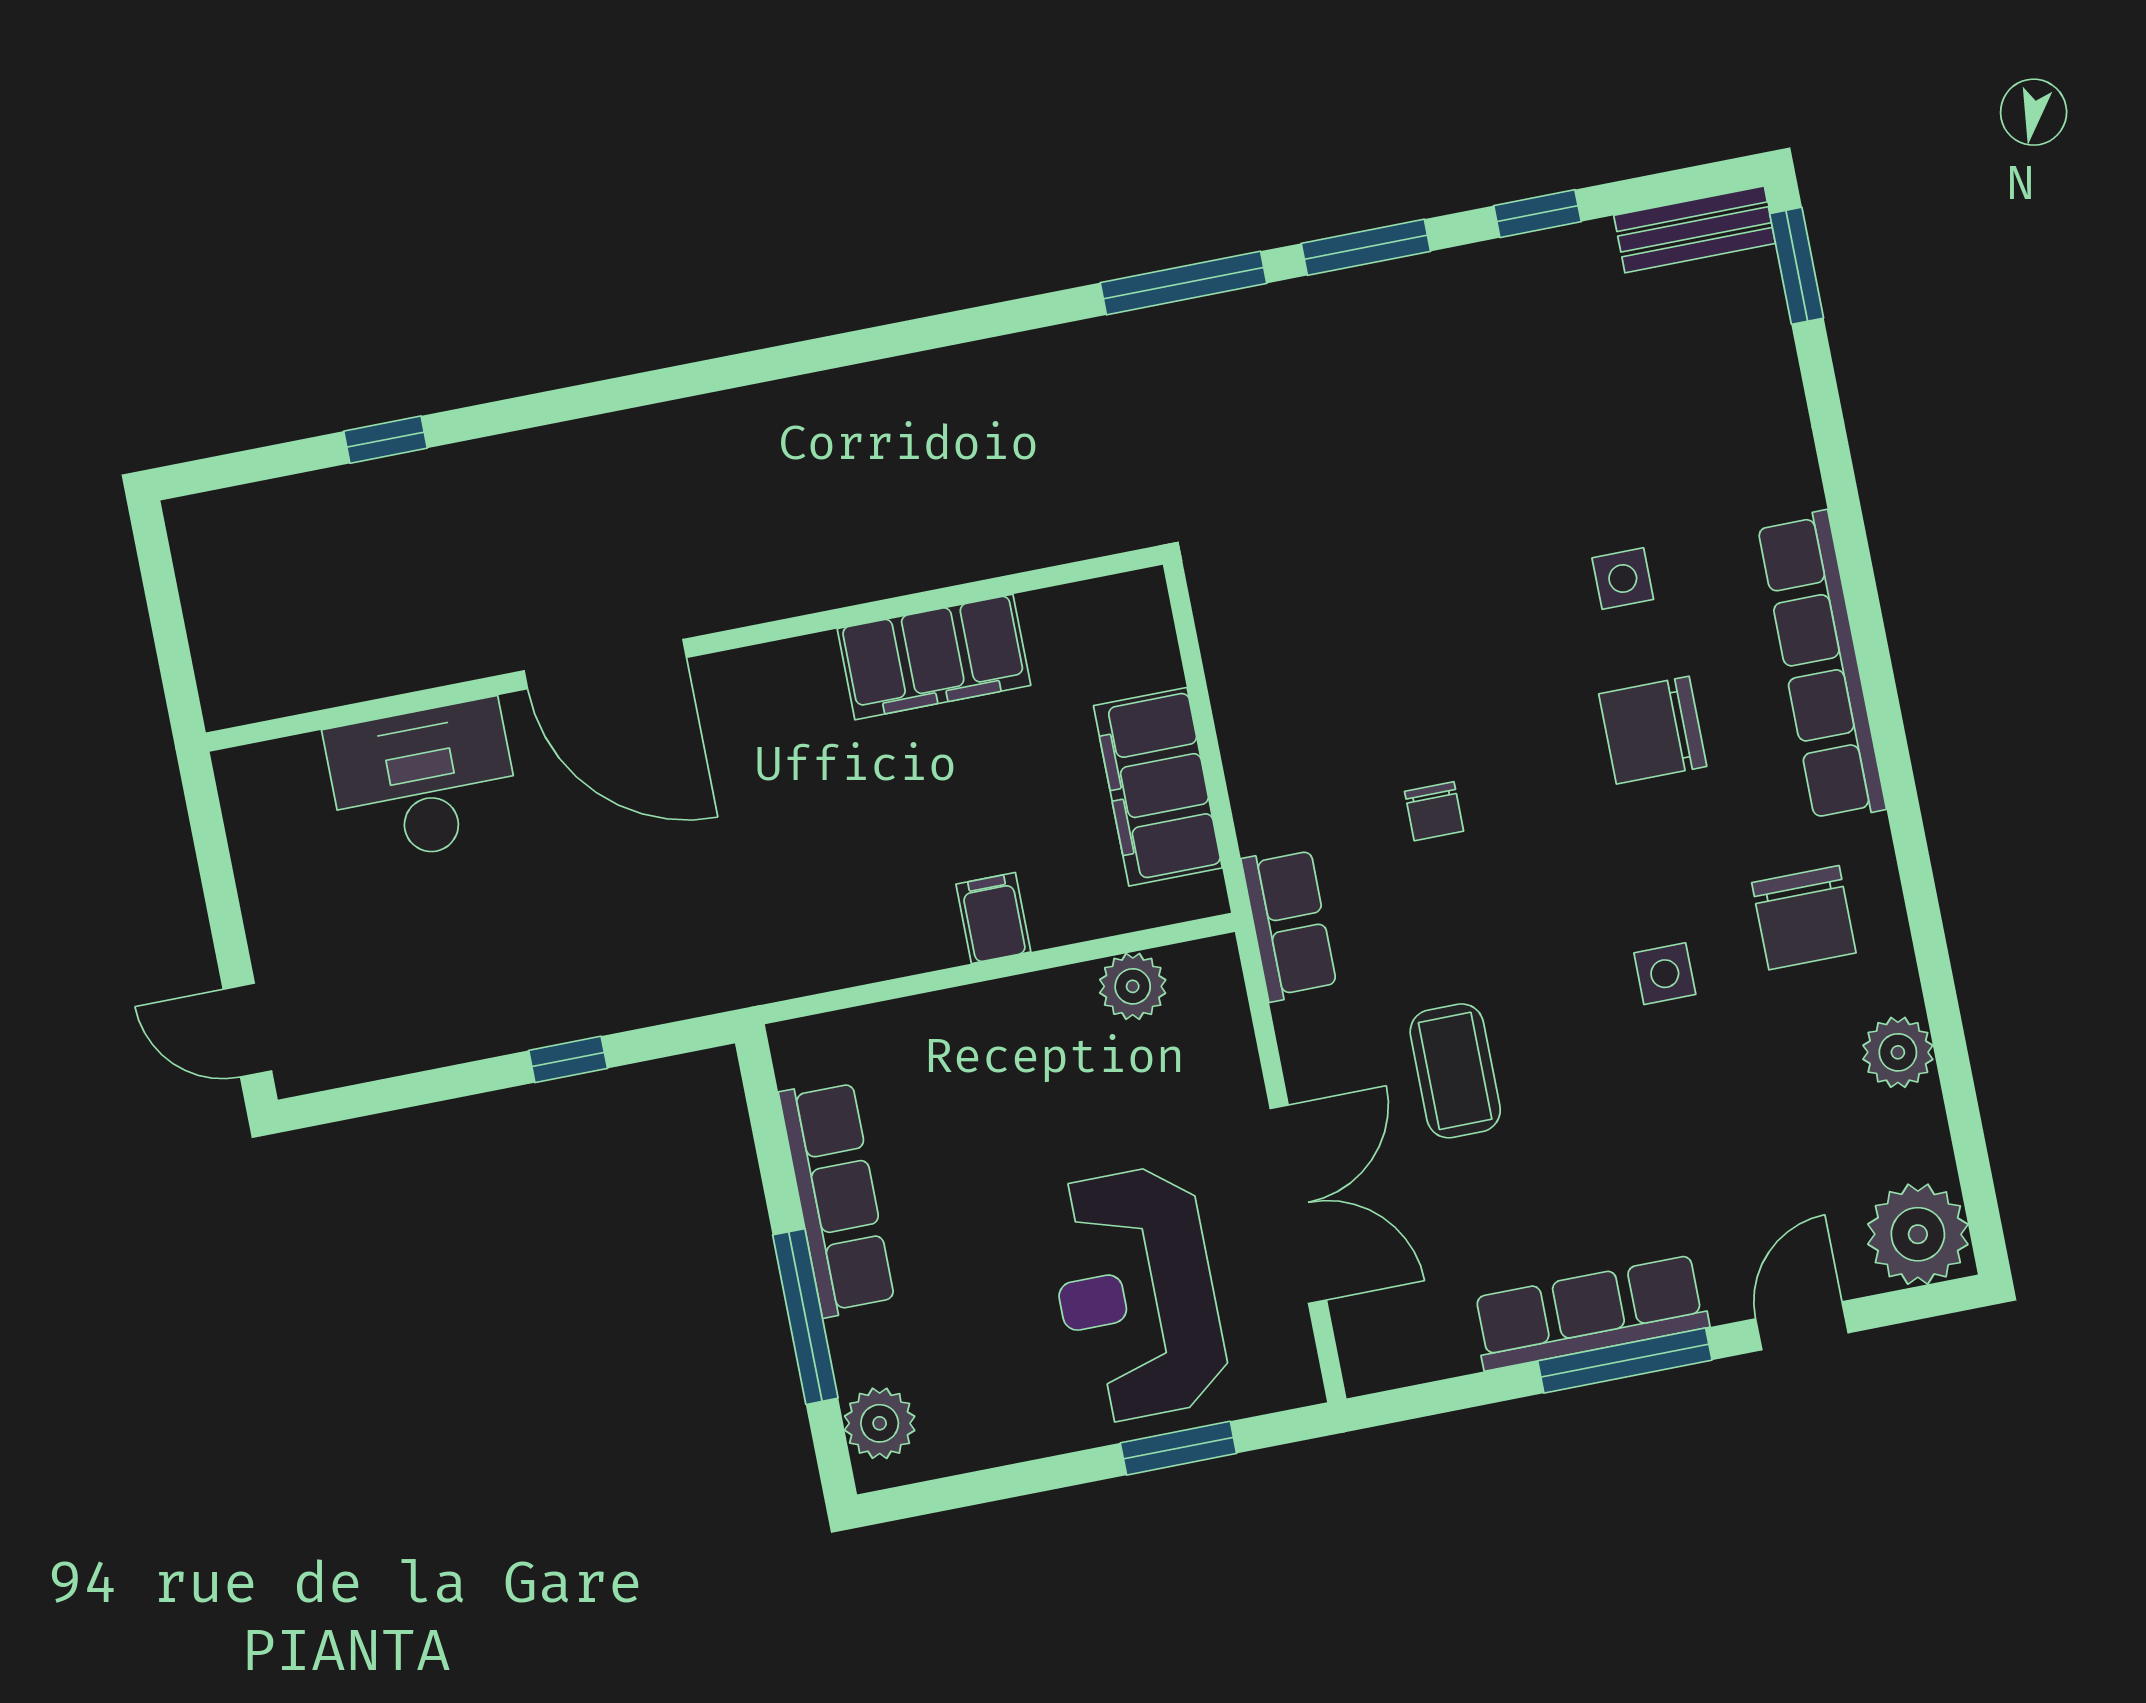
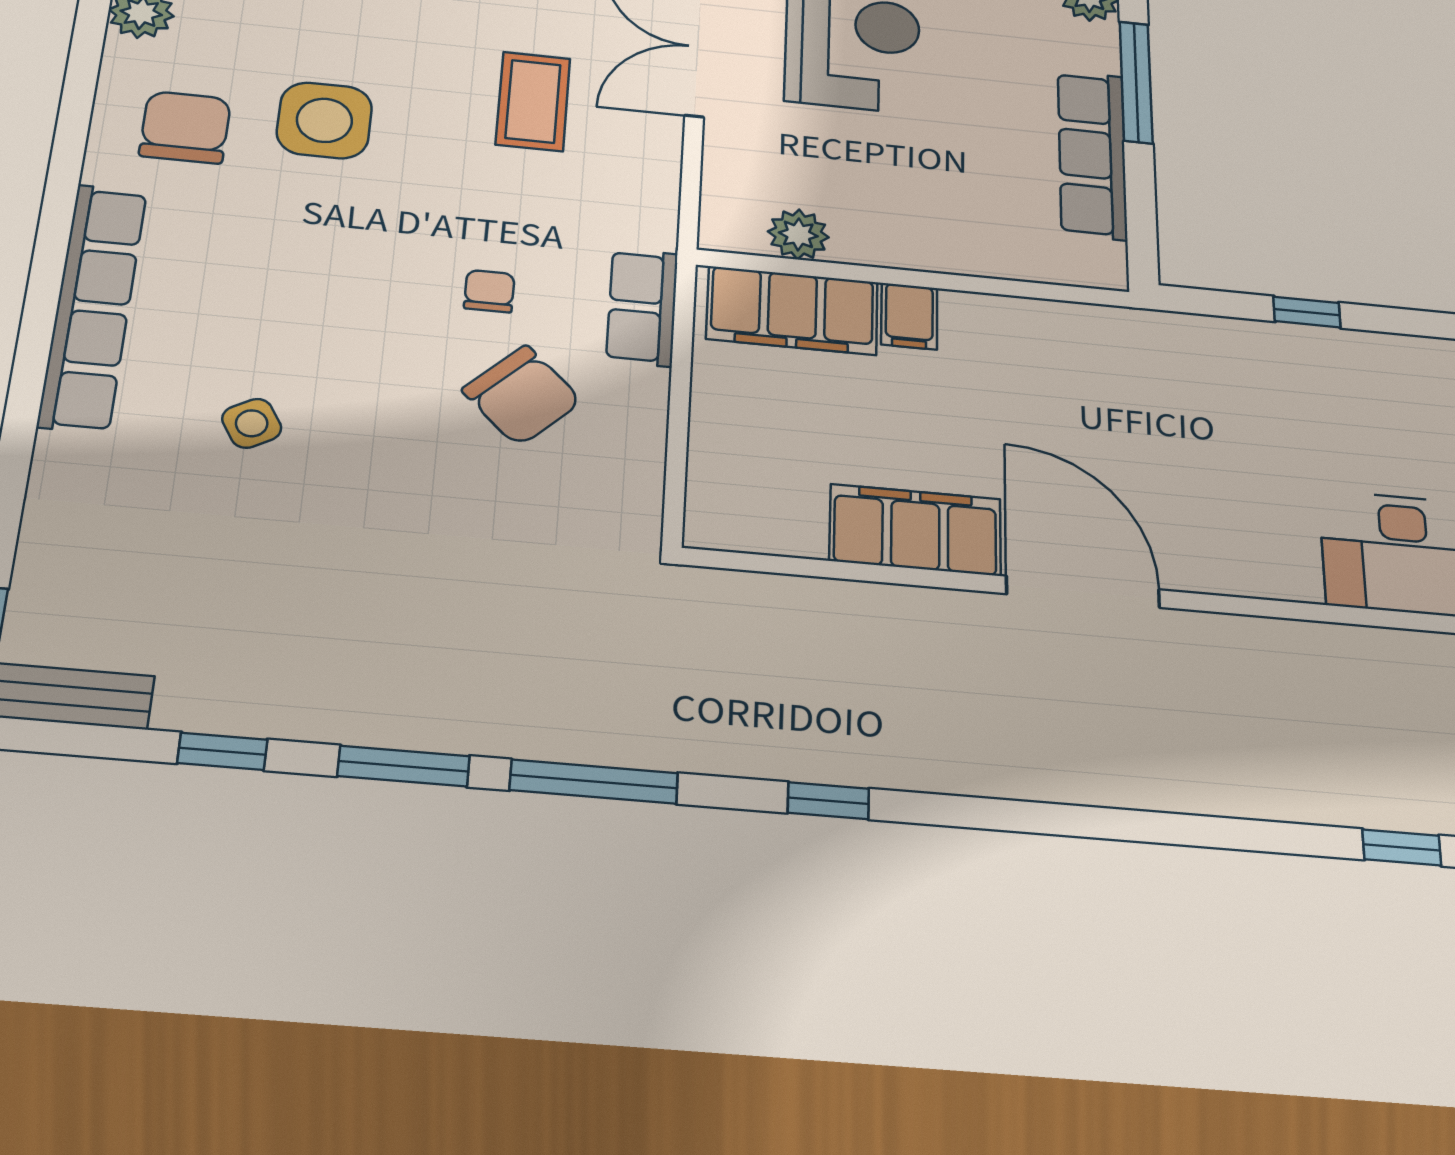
window: (956, 328) -> (828, 801), added
side table: (1623, 579) -> (252, 423), turned -30
door: (605, 664) -> (1083, 592), moved
chair: (1653, 730) -> (522, 395), moved, turned 45
filing cabinet: (1158, 787) -> (792, 310), moved, turned 90
row of seats: (1289, 924) -> (642, 307), moved
side table: (1665, 974) -> (324, 120), width x1.87, depth x1.87

